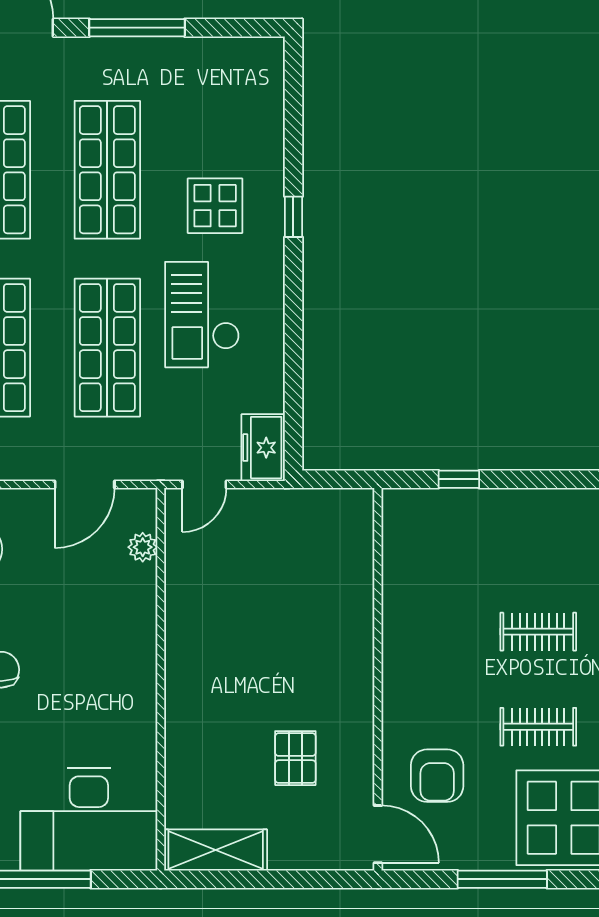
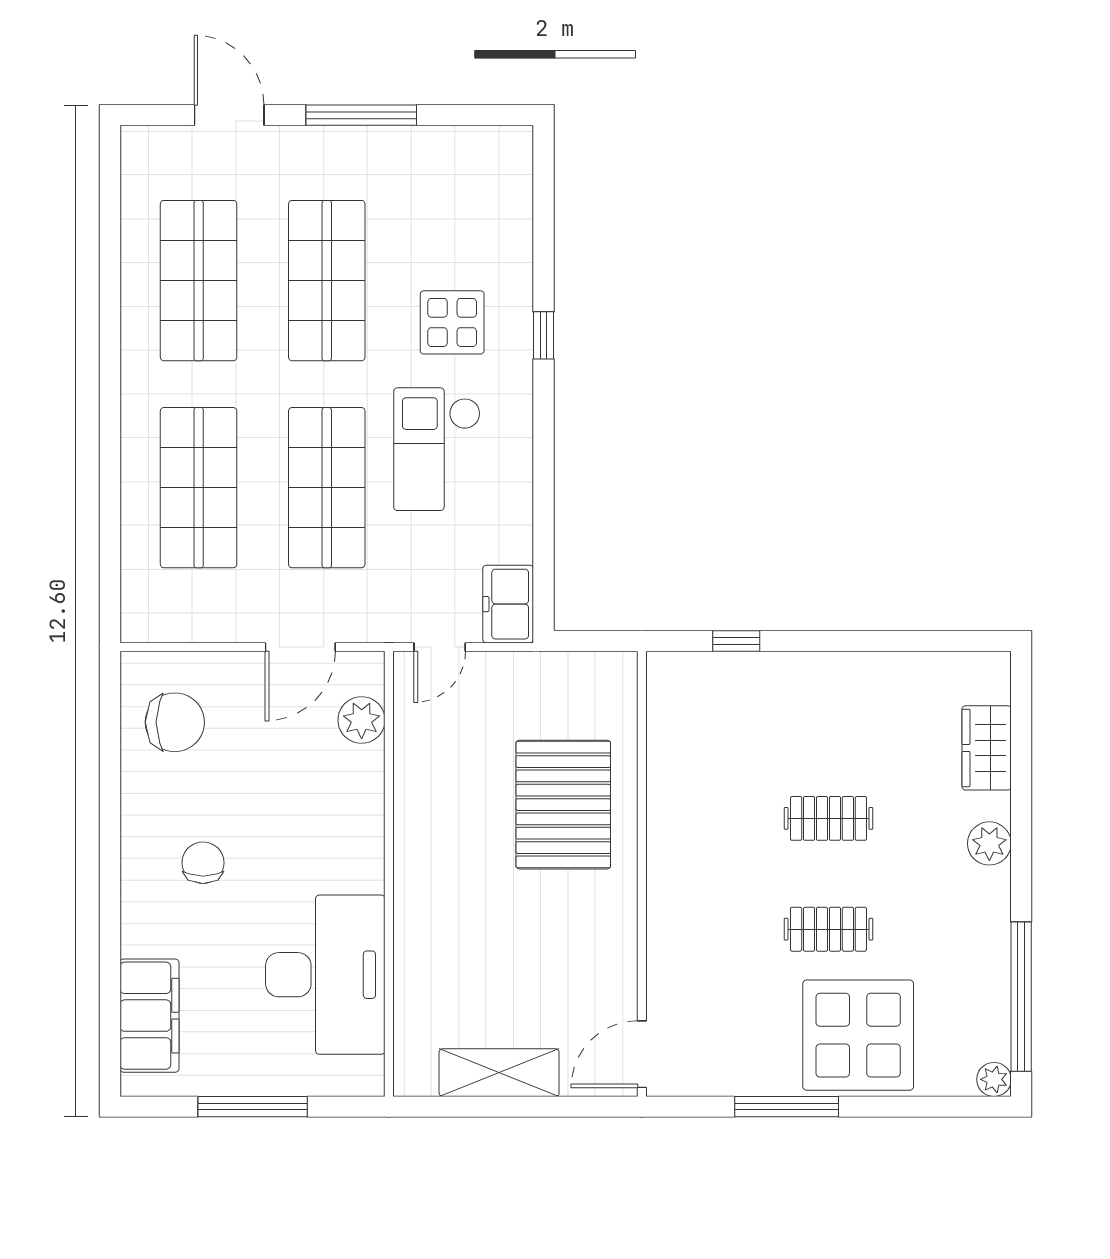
plant: (143, 547) -> (362, 720), width x1.38, depth x1.38
pallet: (295, 758) -> (563, 805), moved, width x2.05, depth x2.00
armchair: (437, 776) -> (711, 986), removed
desk: (89, 819) -> (325, 975), moved, turned -90
door: (378, 834) -> (642, 1054), swing flipped
shelving: (216, 850) -> (499, 1073), moved

